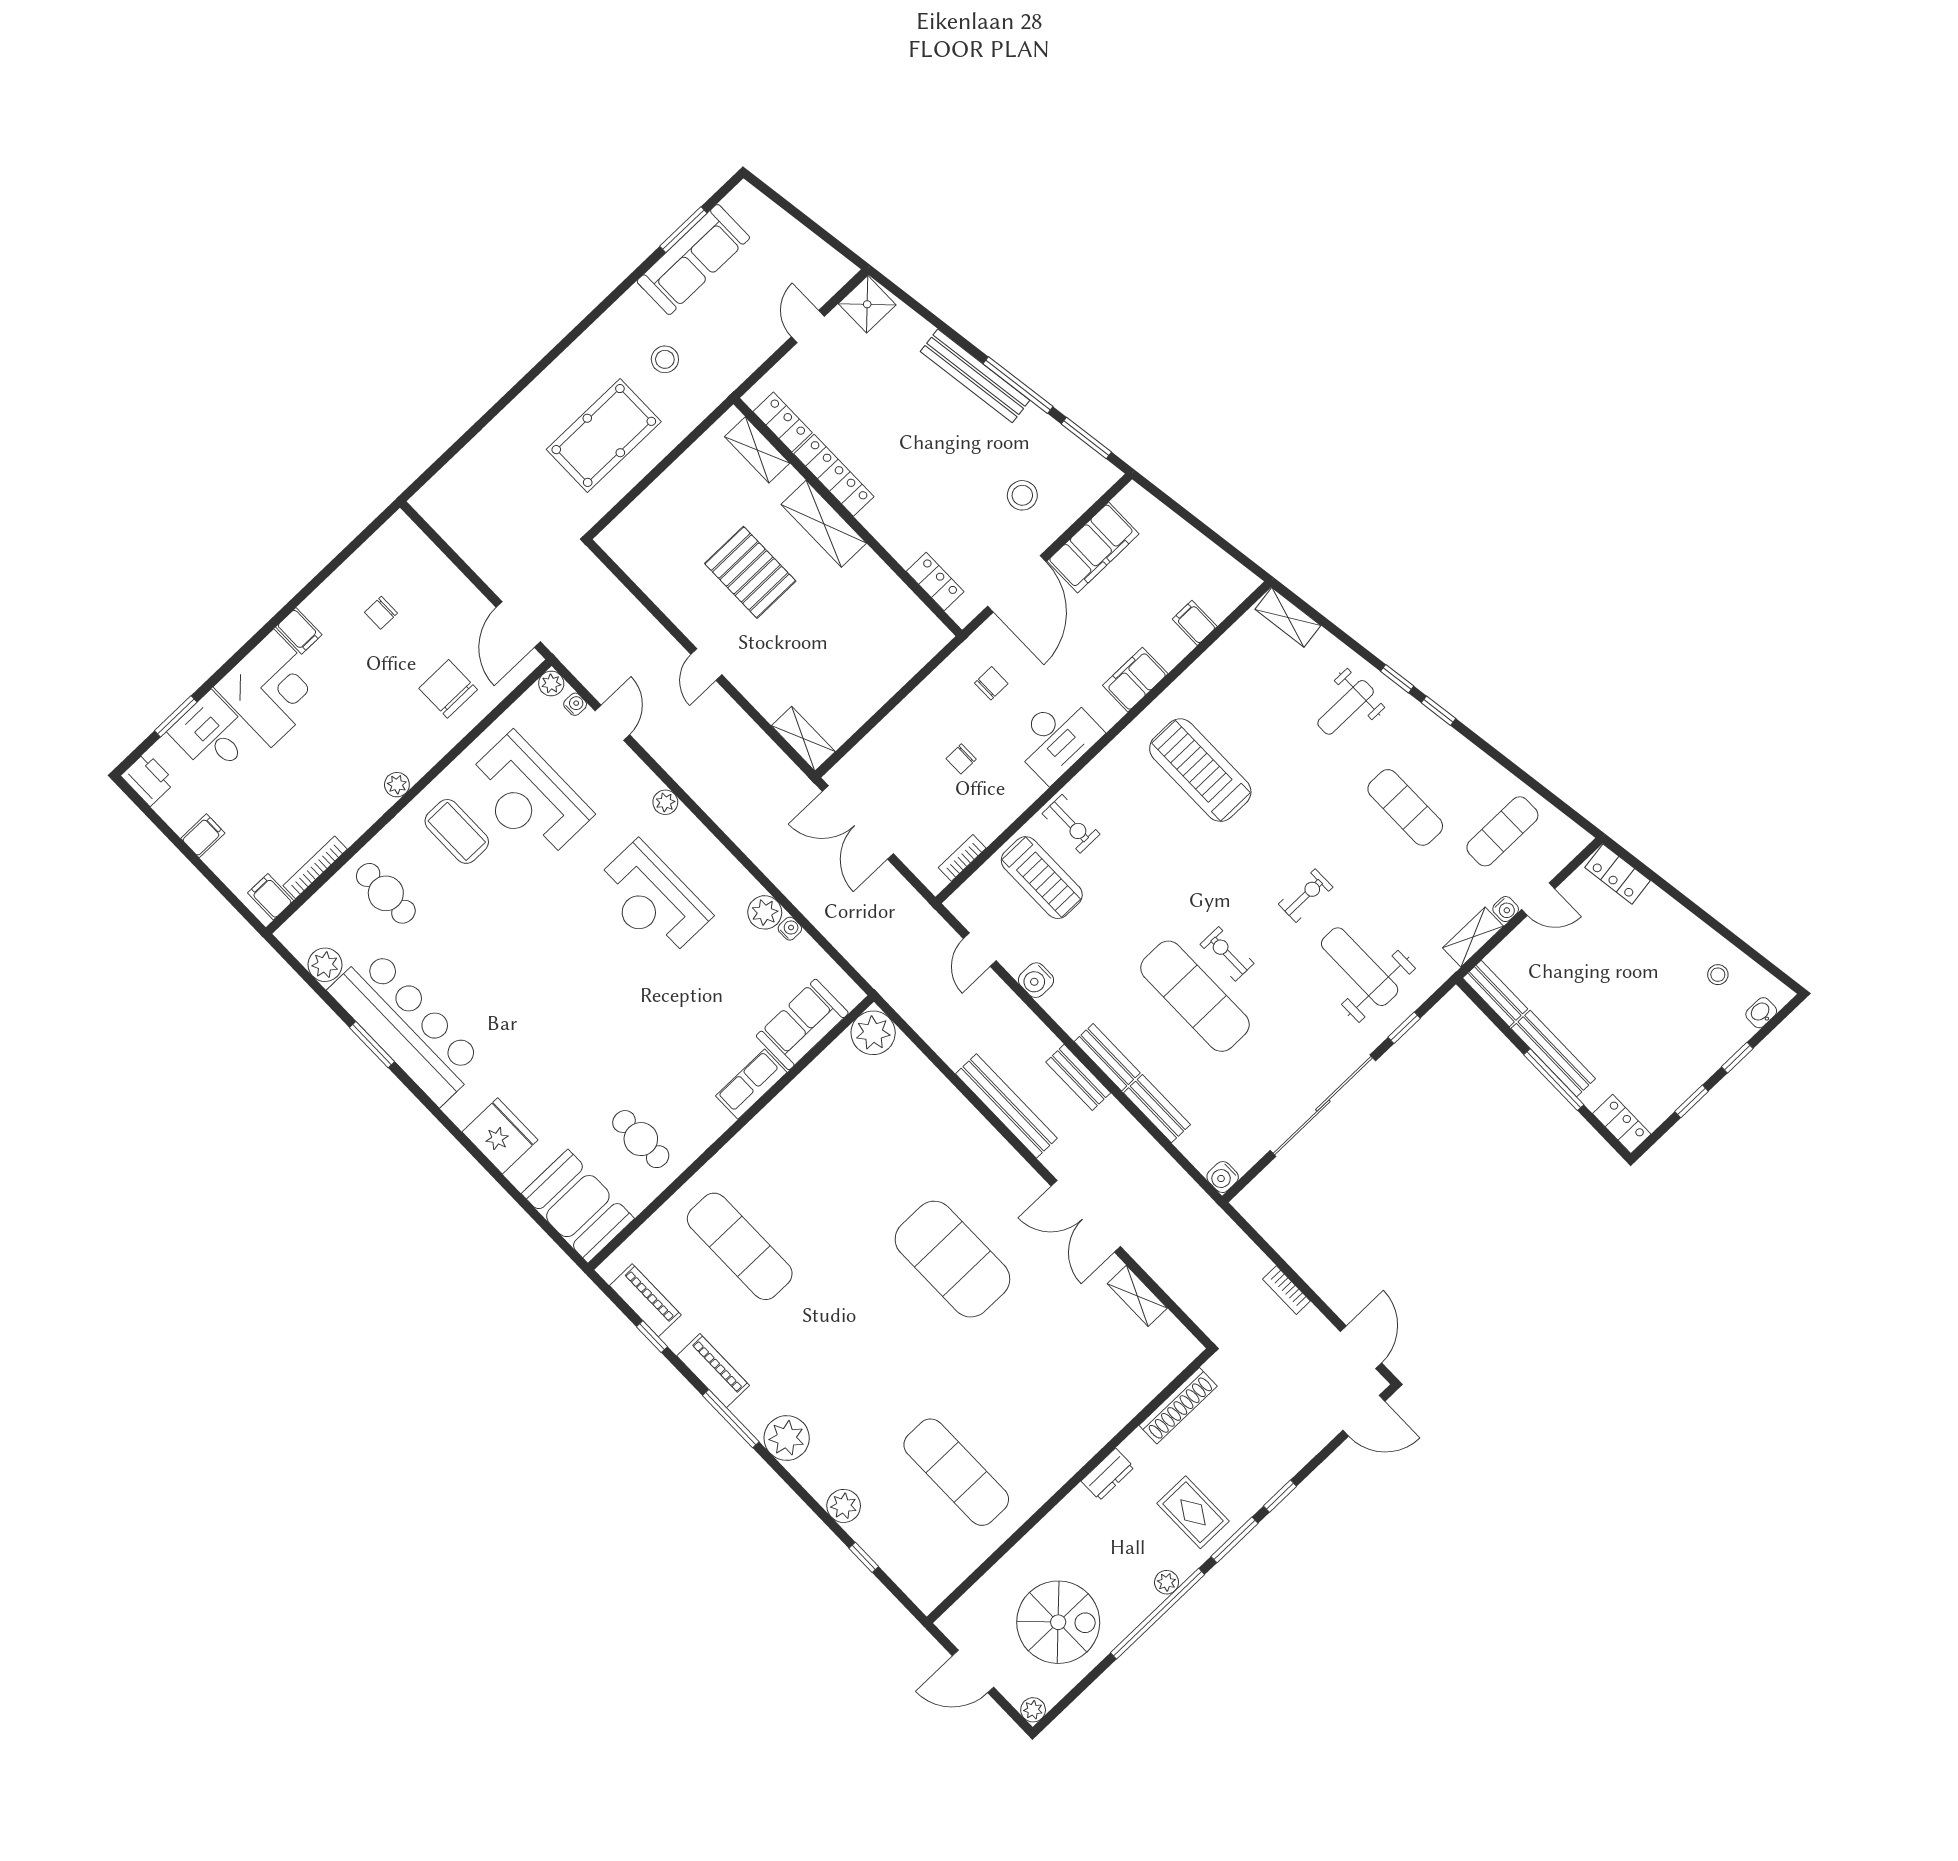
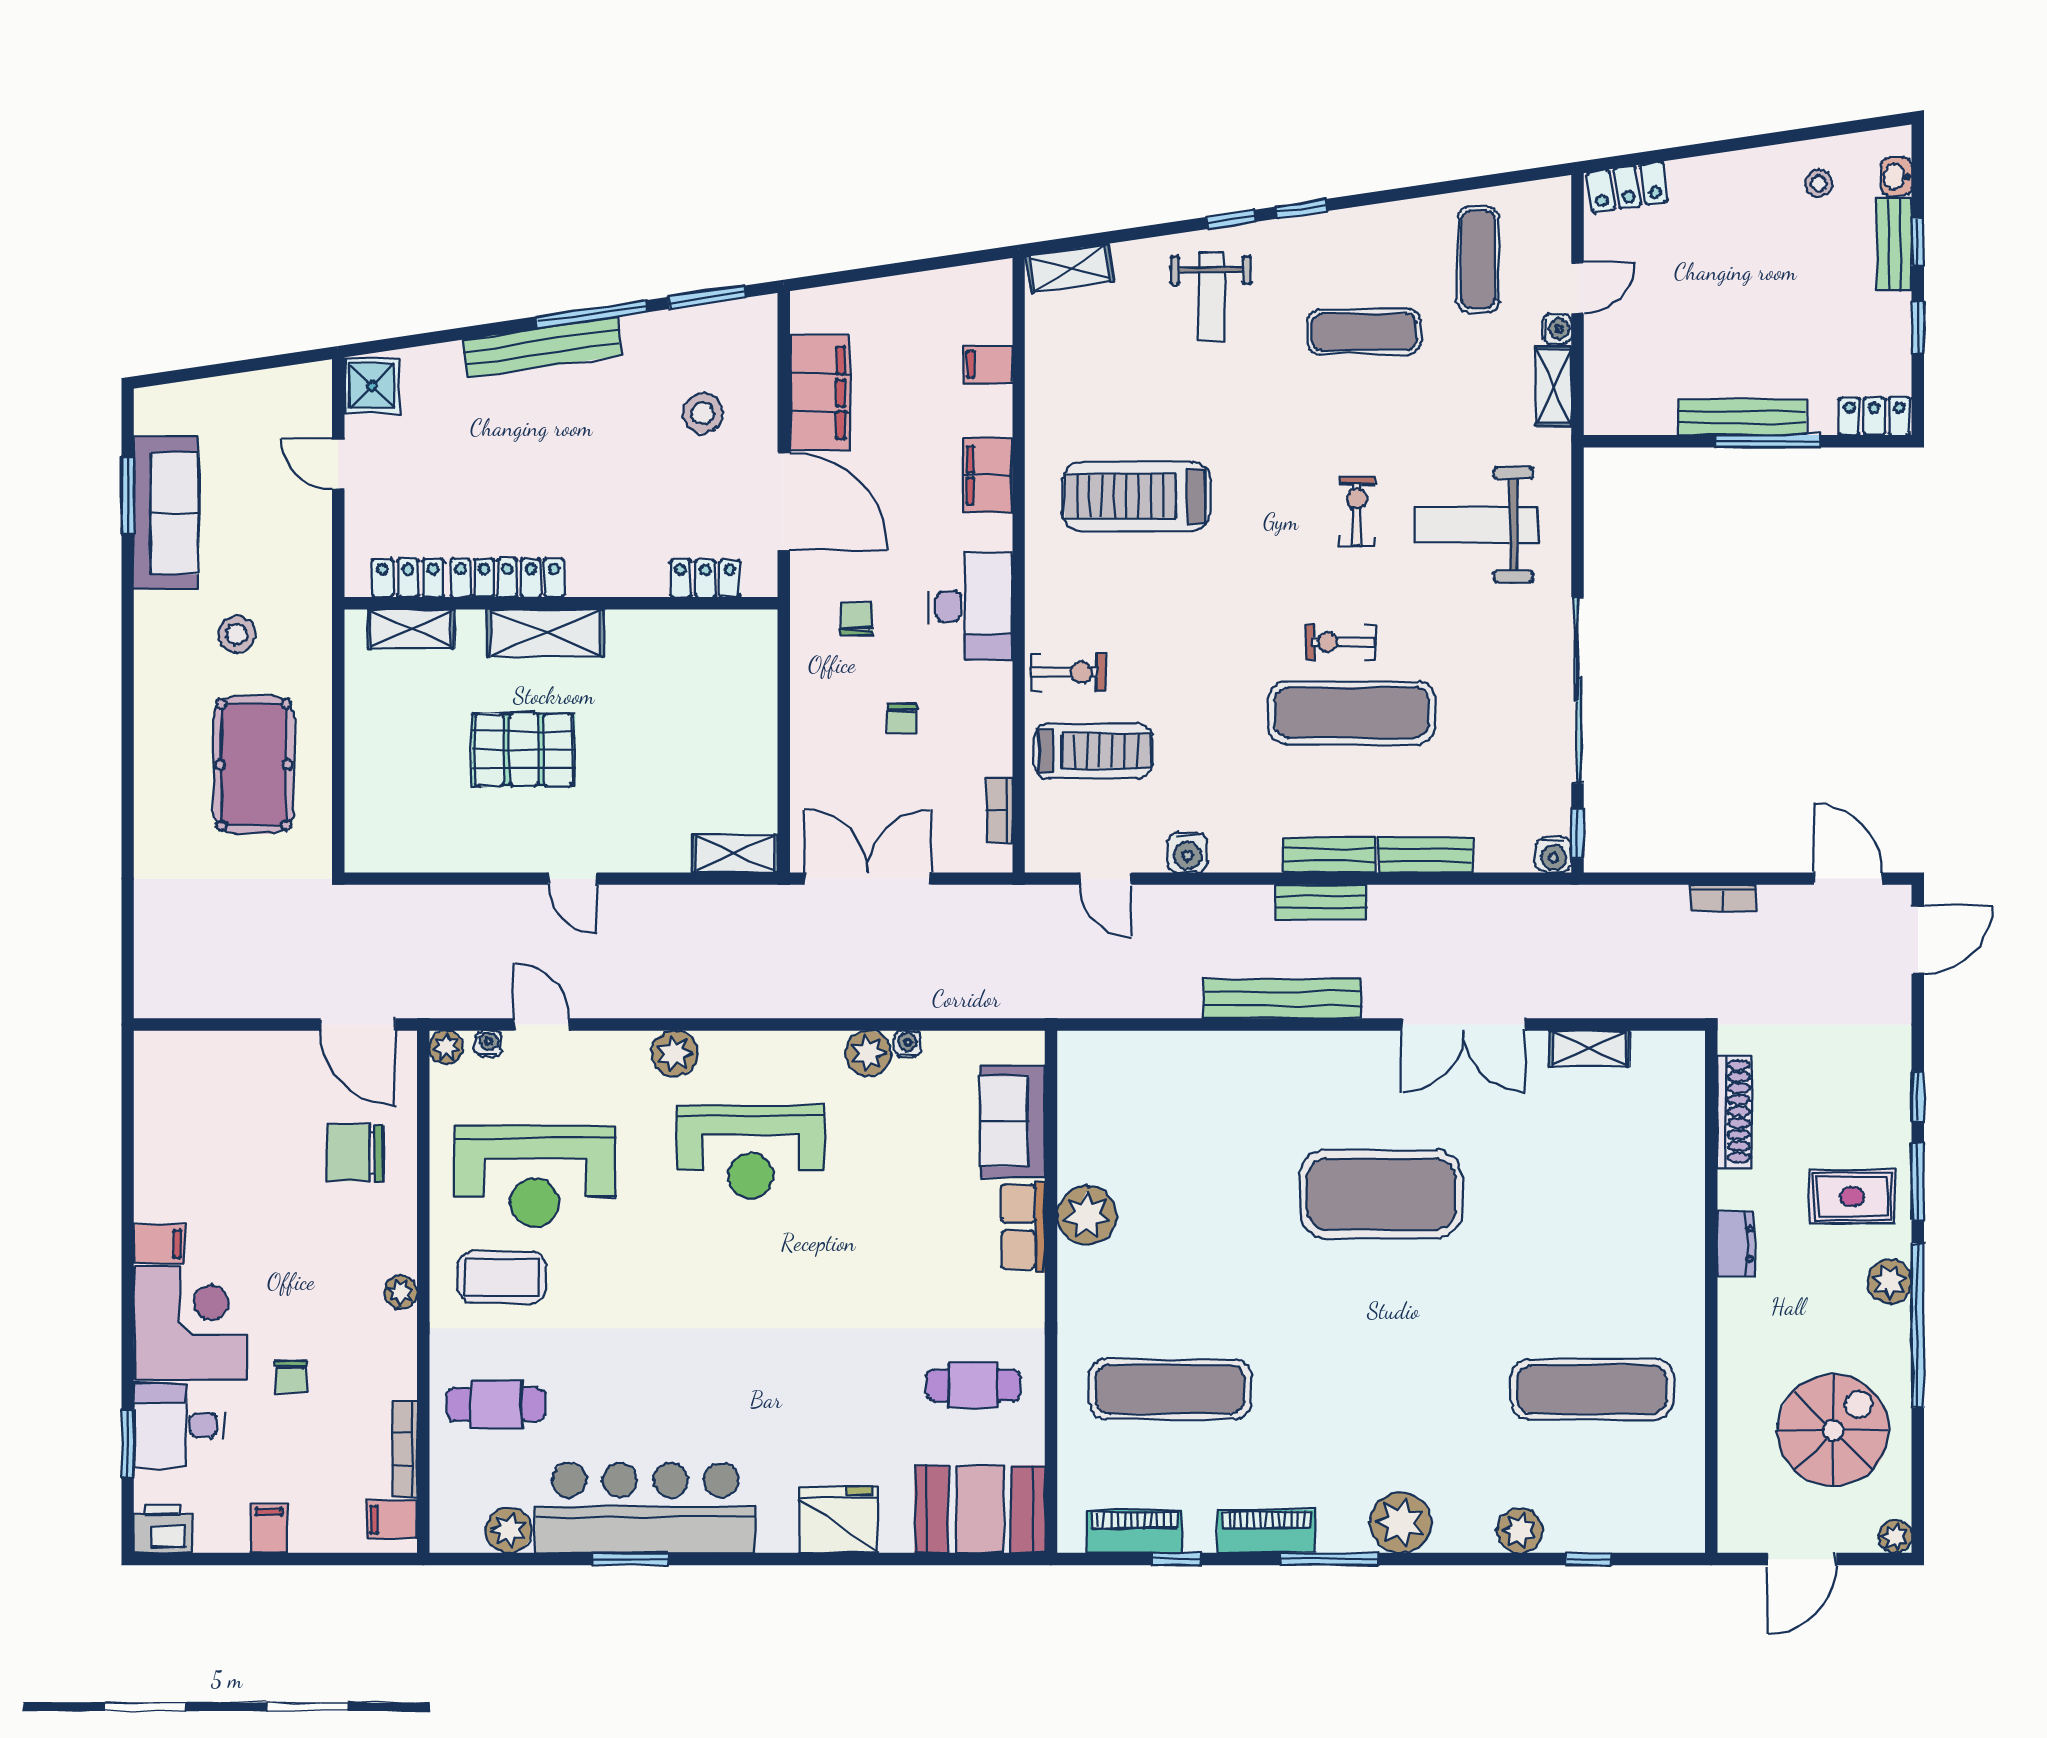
chair: (381, 613) -> (291, 1377), moved
plant: (665, 802) -> (675, 1053), width x1.38, depth x1.38
double door: (858, 822) -> (868, 879), swing flipped
bench: (1495, 993) -> (1894, 245), moved, turned 90
window: (1404, 1028) -> (1578, 834), moved
plant: (873, 1033) -> (1087, 1216), moved
plant: (1167, 1582) -> (1890, 1281), width x1.38, depth x1.38

